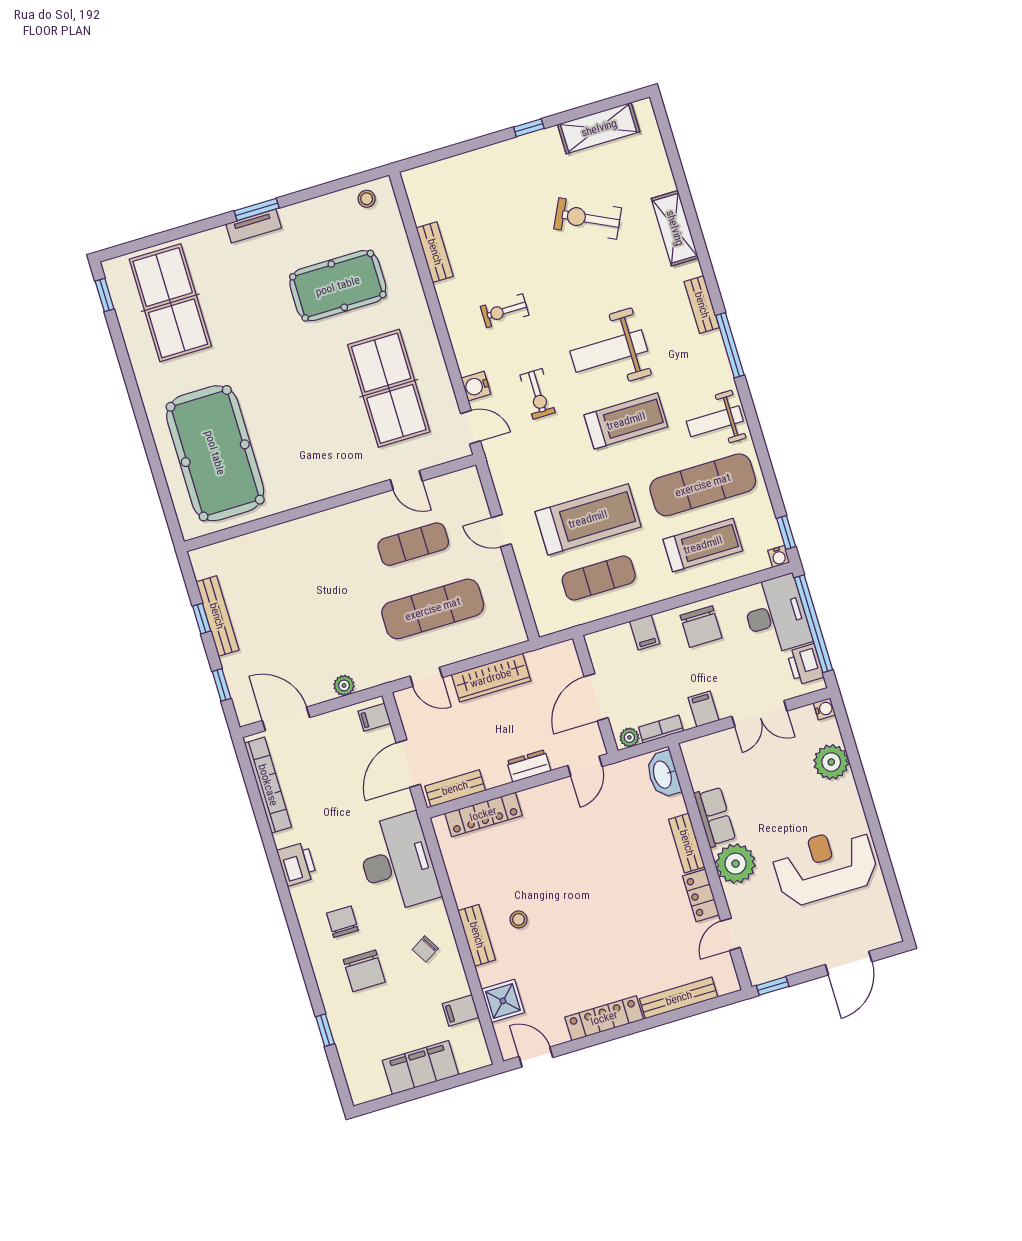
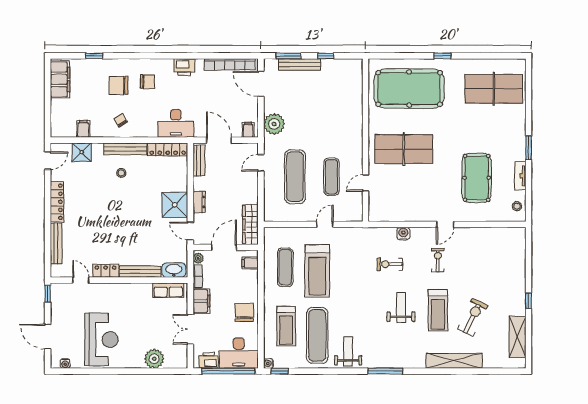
tv unit: (254, 226) -> (520, 176), moved
shelving: (675, 228) -> (454, 361), width x1.47
bench: (435, 252) -> (479, 233), removed
window: (105, 295) -> (442, 56), moved
bench: (702, 305) -> (410, 363), removed
weight bench: (609, 351) -> (401, 308), width x0.73, depth x0.75
table tennis table: (389, 388) -> (404, 149), moved
treadmill: (626, 421) -> (438, 310), moved
door: (470, 427) -> (445, 224), moved
bench: (217, 616) -> (300, 65), moved
chair: (701, 627) -> (244, 313), turned 90
filing cabinet: (645, 632) -> (250, 263), moved
wardrobe: (491, 678) -> (250, 225), moved
window: (222, 685) -> (288, 56), width x1.50
plant: (344, 685) -> (274, 124), width x1.87, depth x1.87
door: (596, 697) -> (224, 247), hinge flipped
filing cabinet: (703, 709) -> (201, 301), width x2.00
water cooler: (824, 709) -> (65, 363), moved
door: (286, 719) -> (261, 84), swing flipped
shower: (547, 807) -> (175, 205), added
locker: (483, 814) -> (168, 149), moved, turned -90
row of seats: (715, 817) -> (168, 290), moved
bench: (687, 843) -> (140, 272), width x1.36
desk: (397, 863) -> (176, 123), width x0.73, depth x0.77
plant: (736, 864) -> (117, 294), removed
bench: (477, 935) -> (125, 149), width x1.36
filing cabinet: (421, 1068) -> (60, 79), moved

